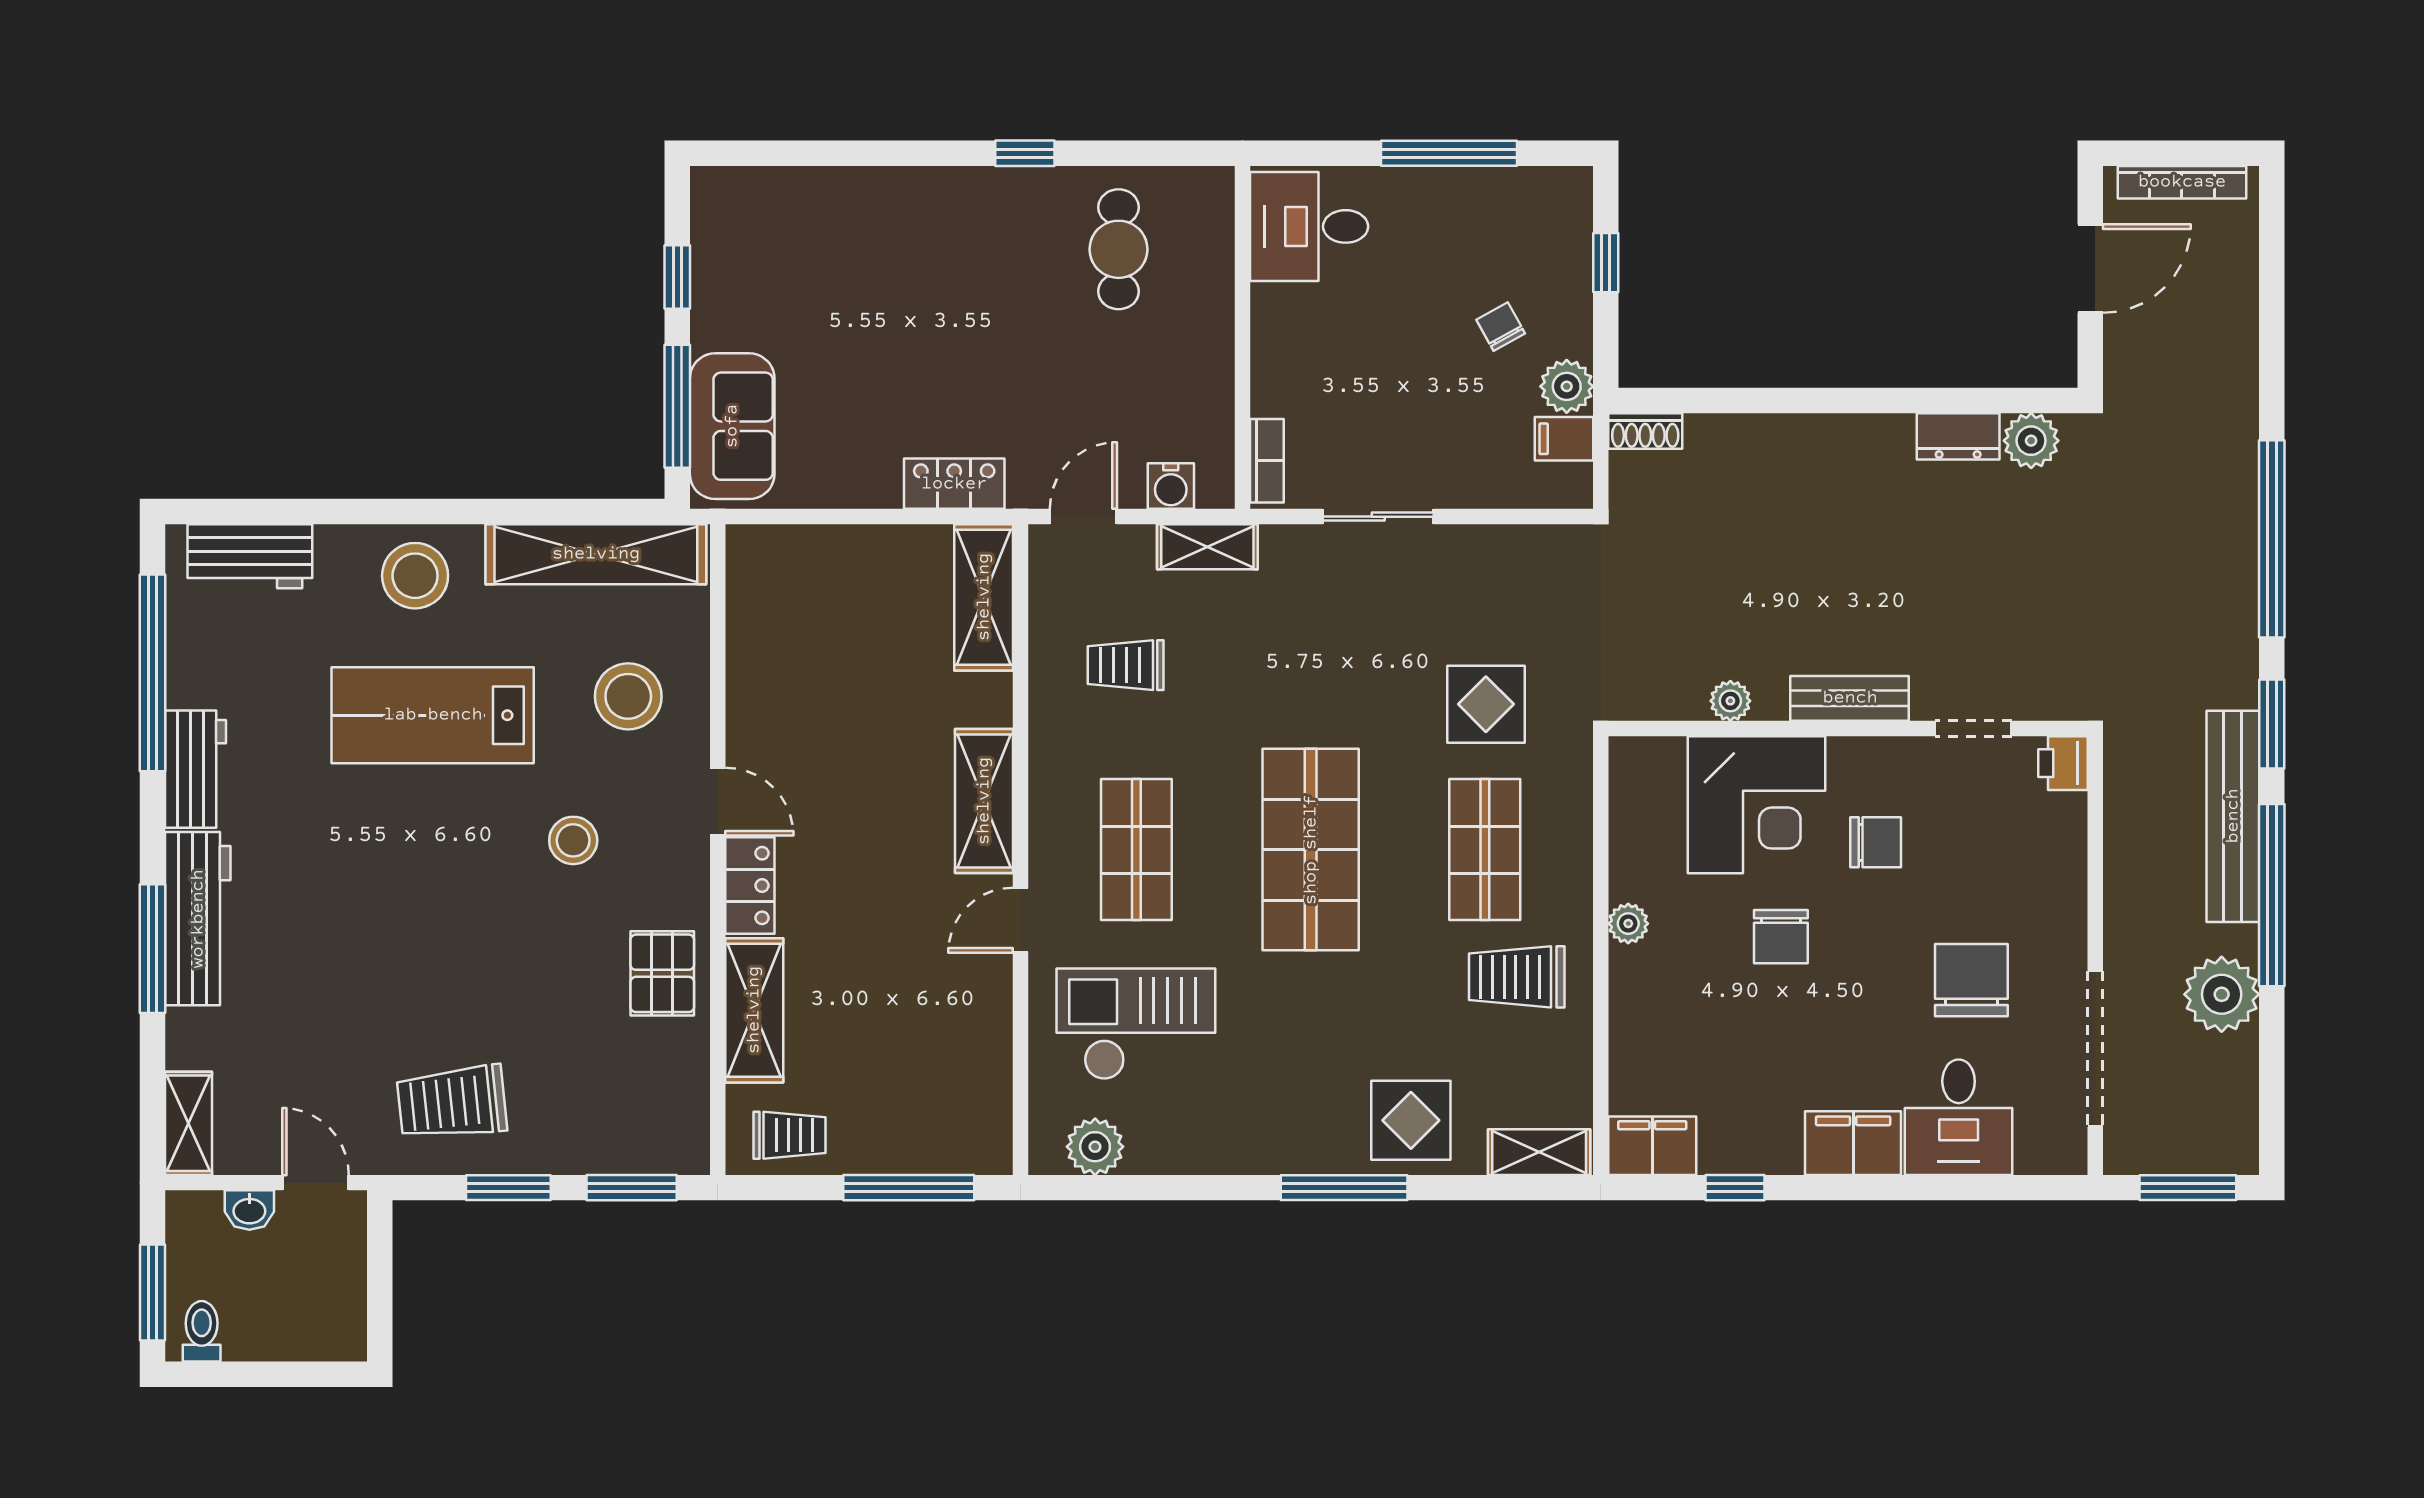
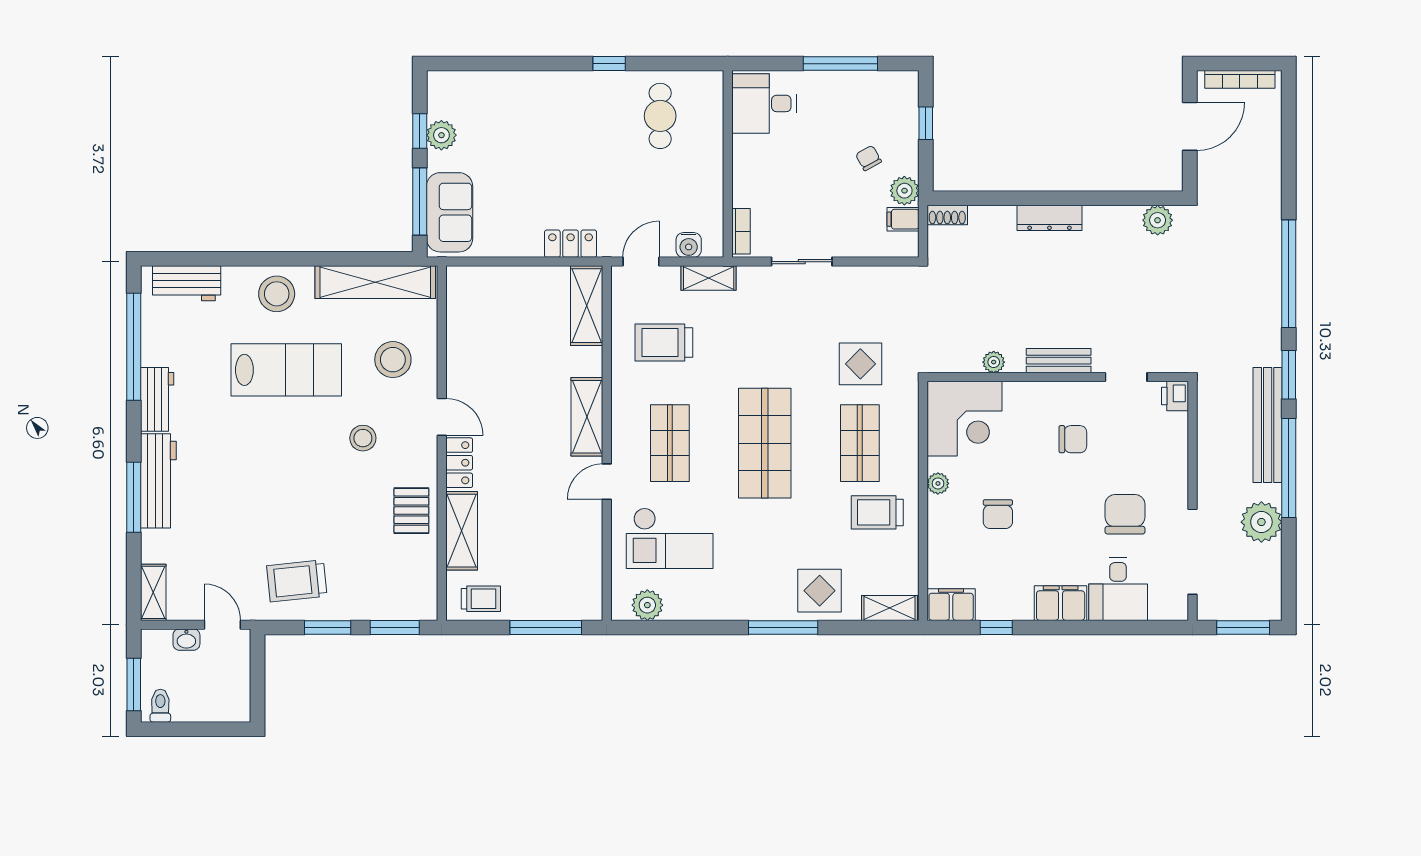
plant: (717, 285) -> (441, 135), added
dresser: (1958, 436) -> (1049, 218), moved, width x1.44
trolley: (1126, 665) -> (664, 343), width x1.36, depth x1.39
lab bench: (433, 715) -> (286, 370), turned 180
corner desk: (1756, 805) -> (965, 419), moved
chair: (1781, 937) -> (998, 514), moved
checkout: (1136, 1024) -> (670, 538), turned 180

